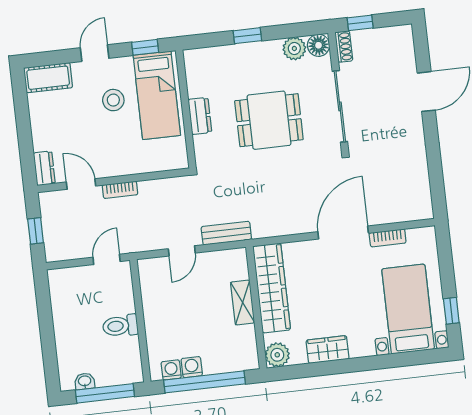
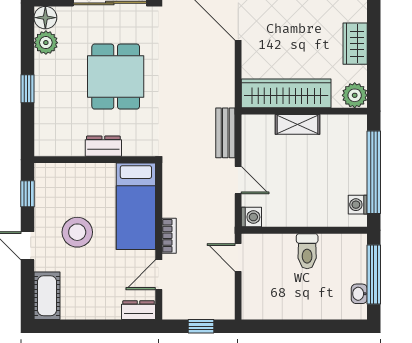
bed: (157, 95) -> (136, 206), moved, turned 90
stool: (113, 100) -> (77, 232), width x1.38, depth x1.38
washing machine: (192, 367) -> (251, 217), moved, turned 180

